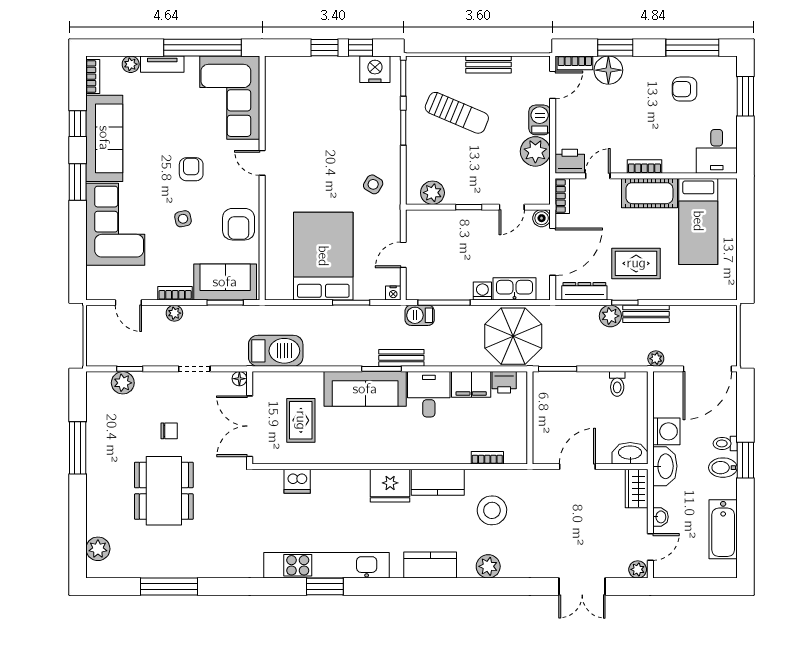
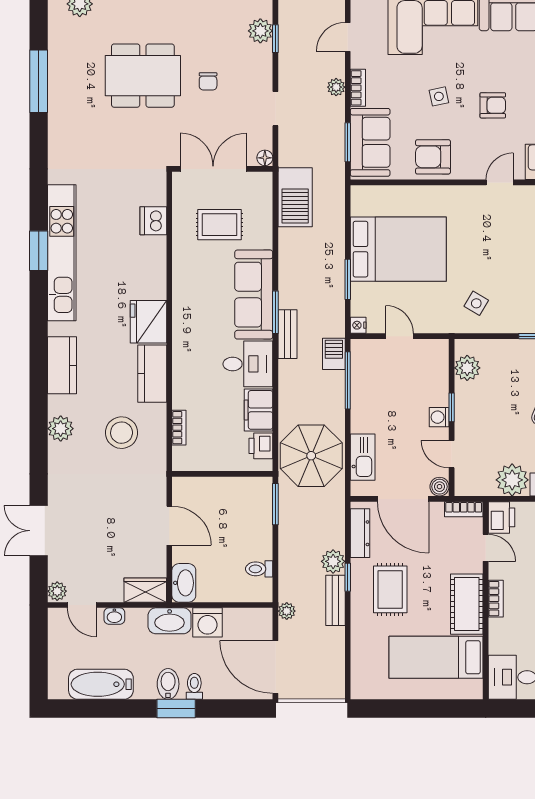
washing machine: (482, 291) -> (439, 417), moved, turned 180

